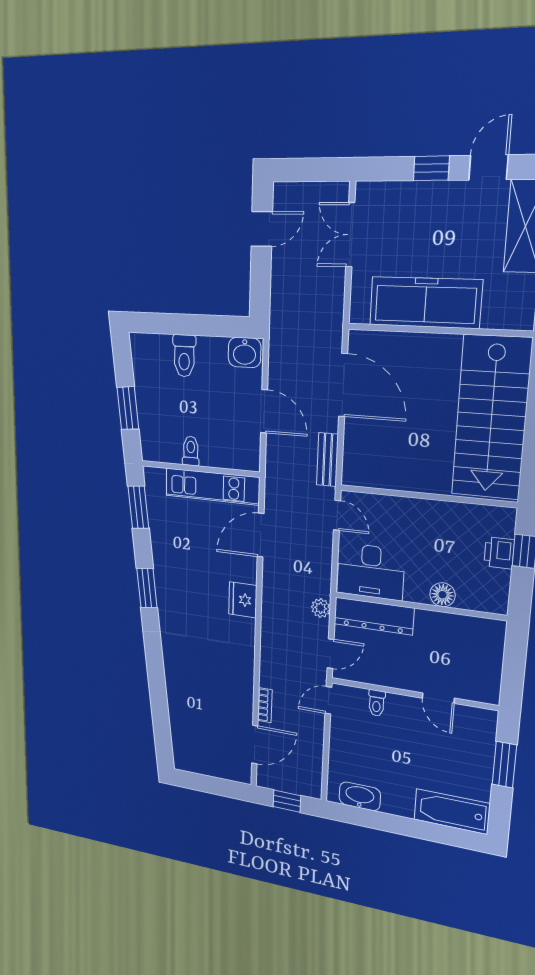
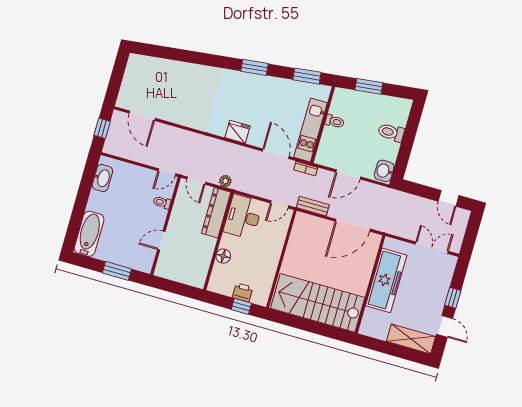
door: (328, 700) -> (167, 172), swing flipped
bookcase: (265, 705) -> (306, 169), moved

